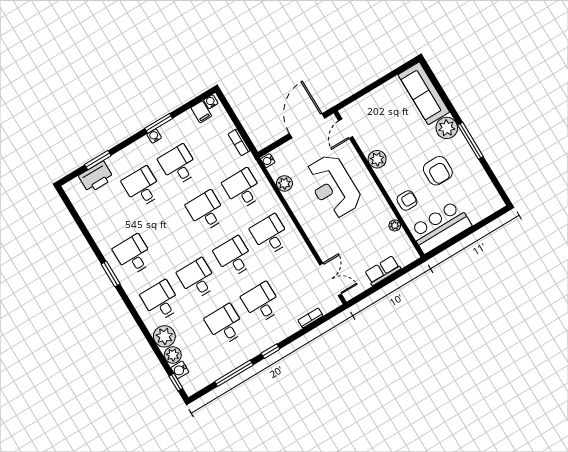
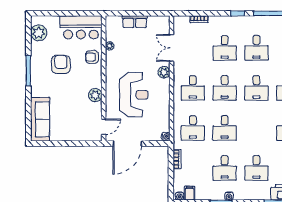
plant: (447, 128) -> (39, 33), moved
plant: (284, 183) -> (164, 72), moved
double door: (331, 279) -> (171, 48), moved

